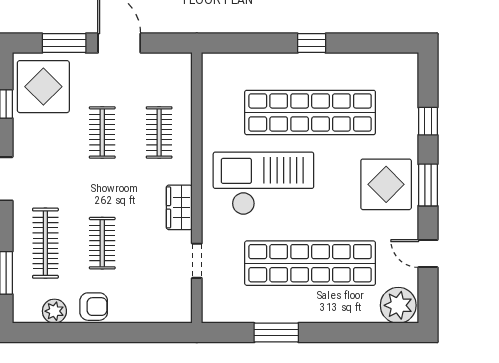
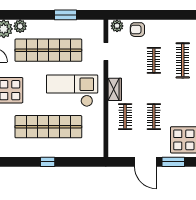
checkout: (263, 183) -> (72, 91), turned 180
wardrobe: (179, 207) -> (115, 89), moved
armchair: (94, 307) -> (137, 30), moved
plant: (366, 310) -> (20, 26), added
plant: (54, 311) -> (117, 26), moved

